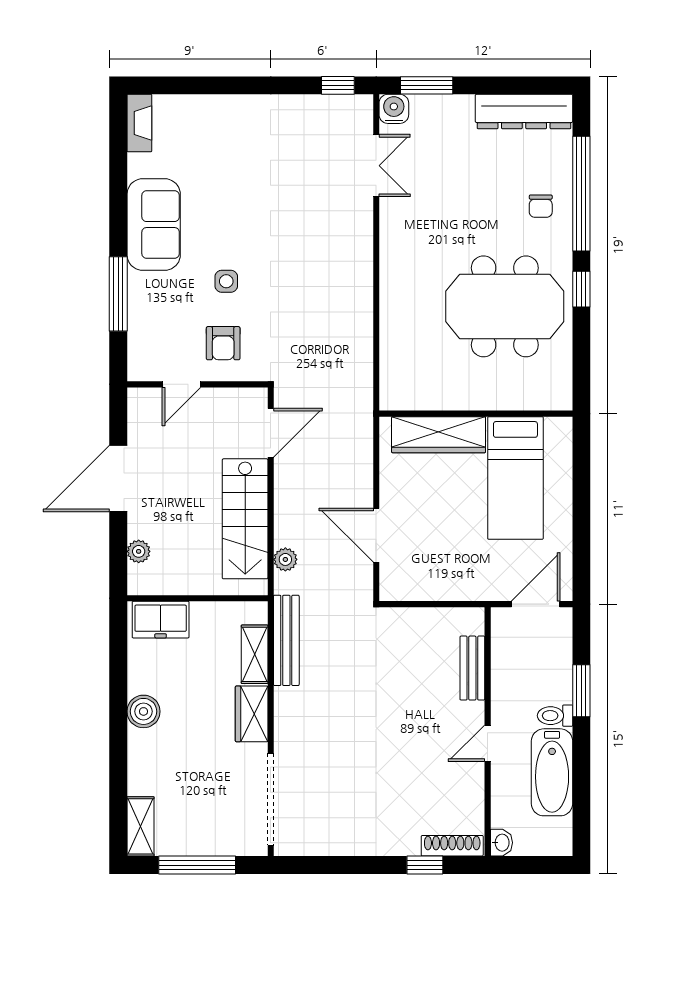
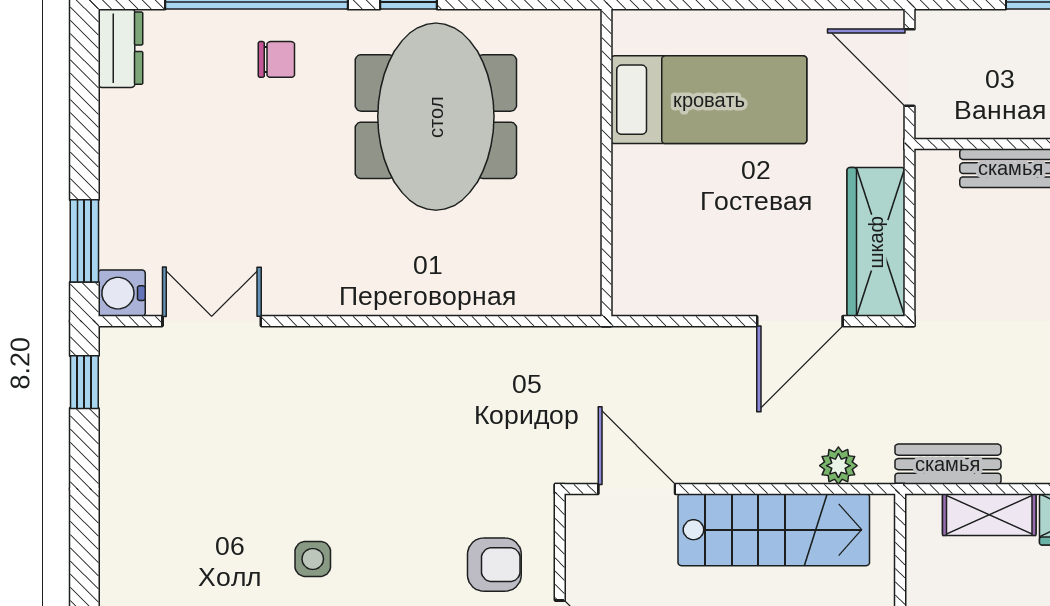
dresser: (524, 111) -> (120, 48), width x0.51, depth x0.80
side table: (226, 281) -> (313, 559), moved
wardrobe: (439, 435) -> (876, 242), moved, turned 180
bench: (286, 640) -> (948, 464), width x0.73

